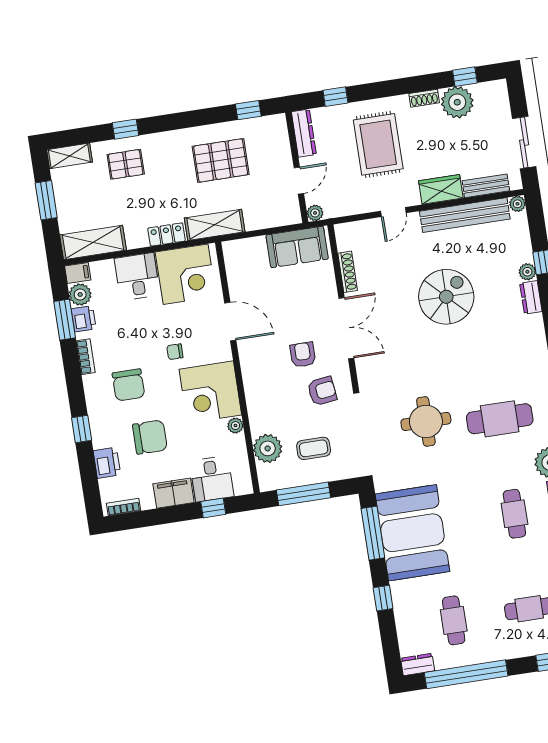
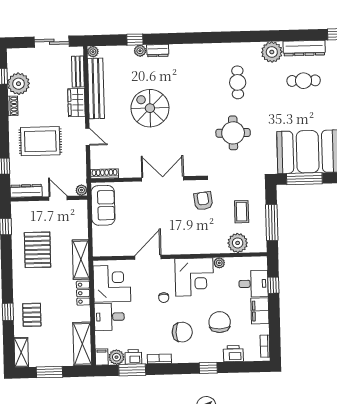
shoe rack: (348, 272) -> (105, 174), moved
armchair: (303, 355) -> (177, 211), removed
cafe table: (500, 419) -> (238, 82), width x0.73, depth x0.74

